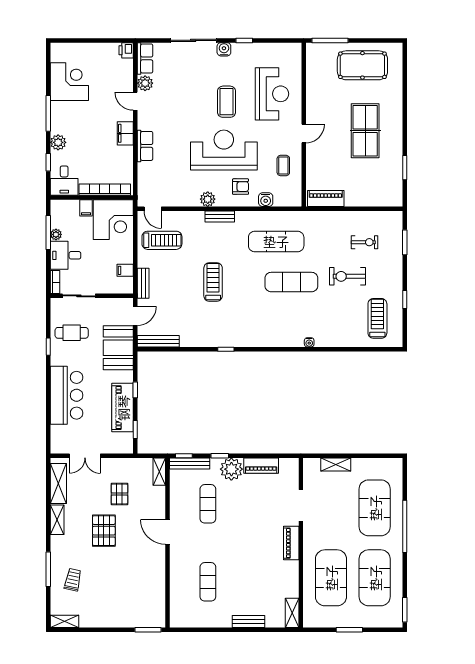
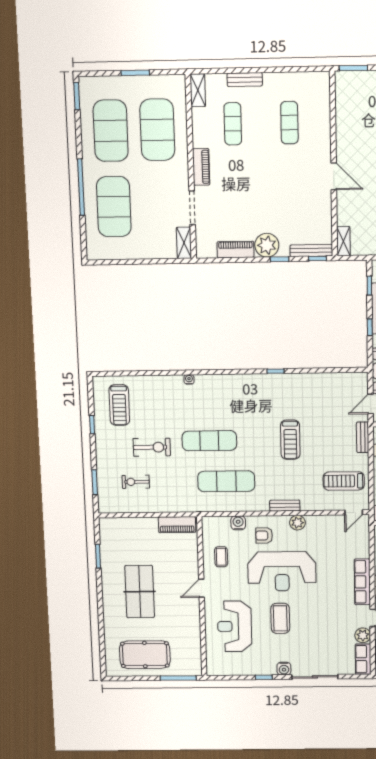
row of seats: (145, 146) -> (362, 582), width x1.48
door: (153, 209) -> (354, 512), swing flipped
bench: (158, 341) -> (346, 378), removed
shelving: (336, 465) -> (184, 243), moved, turned 90
exercise mat: (208, 504) -> (233, 124), moved

